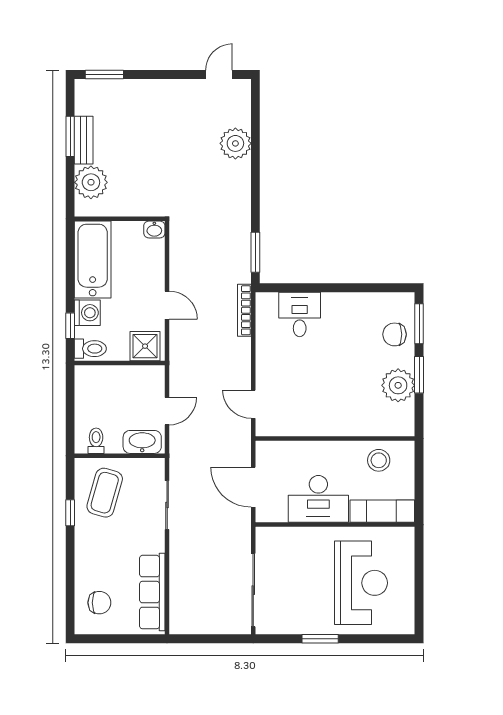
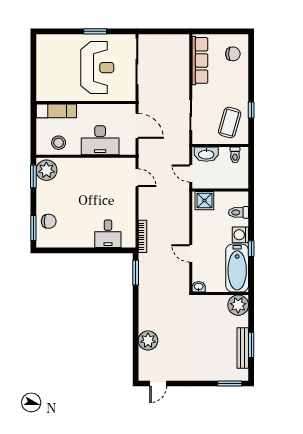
bench: (84, 140) -> (243, 348), width x1.36
plant: (91, 182) -> (238, 305), moved
door: (167, 305) -> (191, 253), moved
window: (70, 326) -> (251, 249), moved
shower: (145, 346) -> (204, 201), moved
wall: (120, 363) -> (220, 190), moved
window: (419, 375) -> (33, 176), moved
plant: (398, 385) -> (46, 170), moved
door: (167, 411) -> (191, 173), hinge flipped
desk: (318, 499) -> (100, 140), moved, turned 180
reception desk: (361, 583) -> (97, 68), moved, turned 180
chair: (99, 603) -> (233, 54), turned 180

